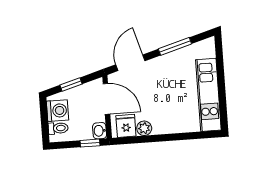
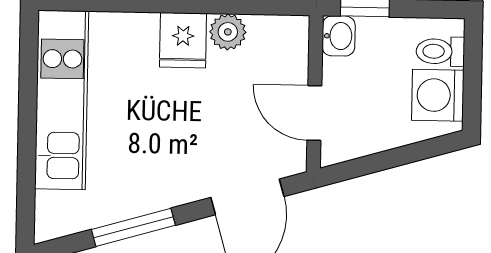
window: (71, 84) -> (399, 157), removed
door: (106, 99) -> (314, 113), width x0.73
fridge: (126, 126) -> (183, 40), moved

